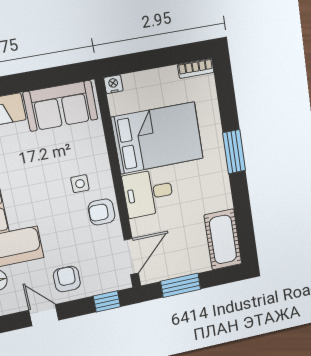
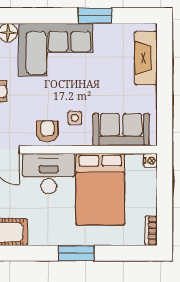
sofa: (61, 106) -> (121, 130), moved, turned 90
desk: (148, 193) -> (49, 174), width x1.37

